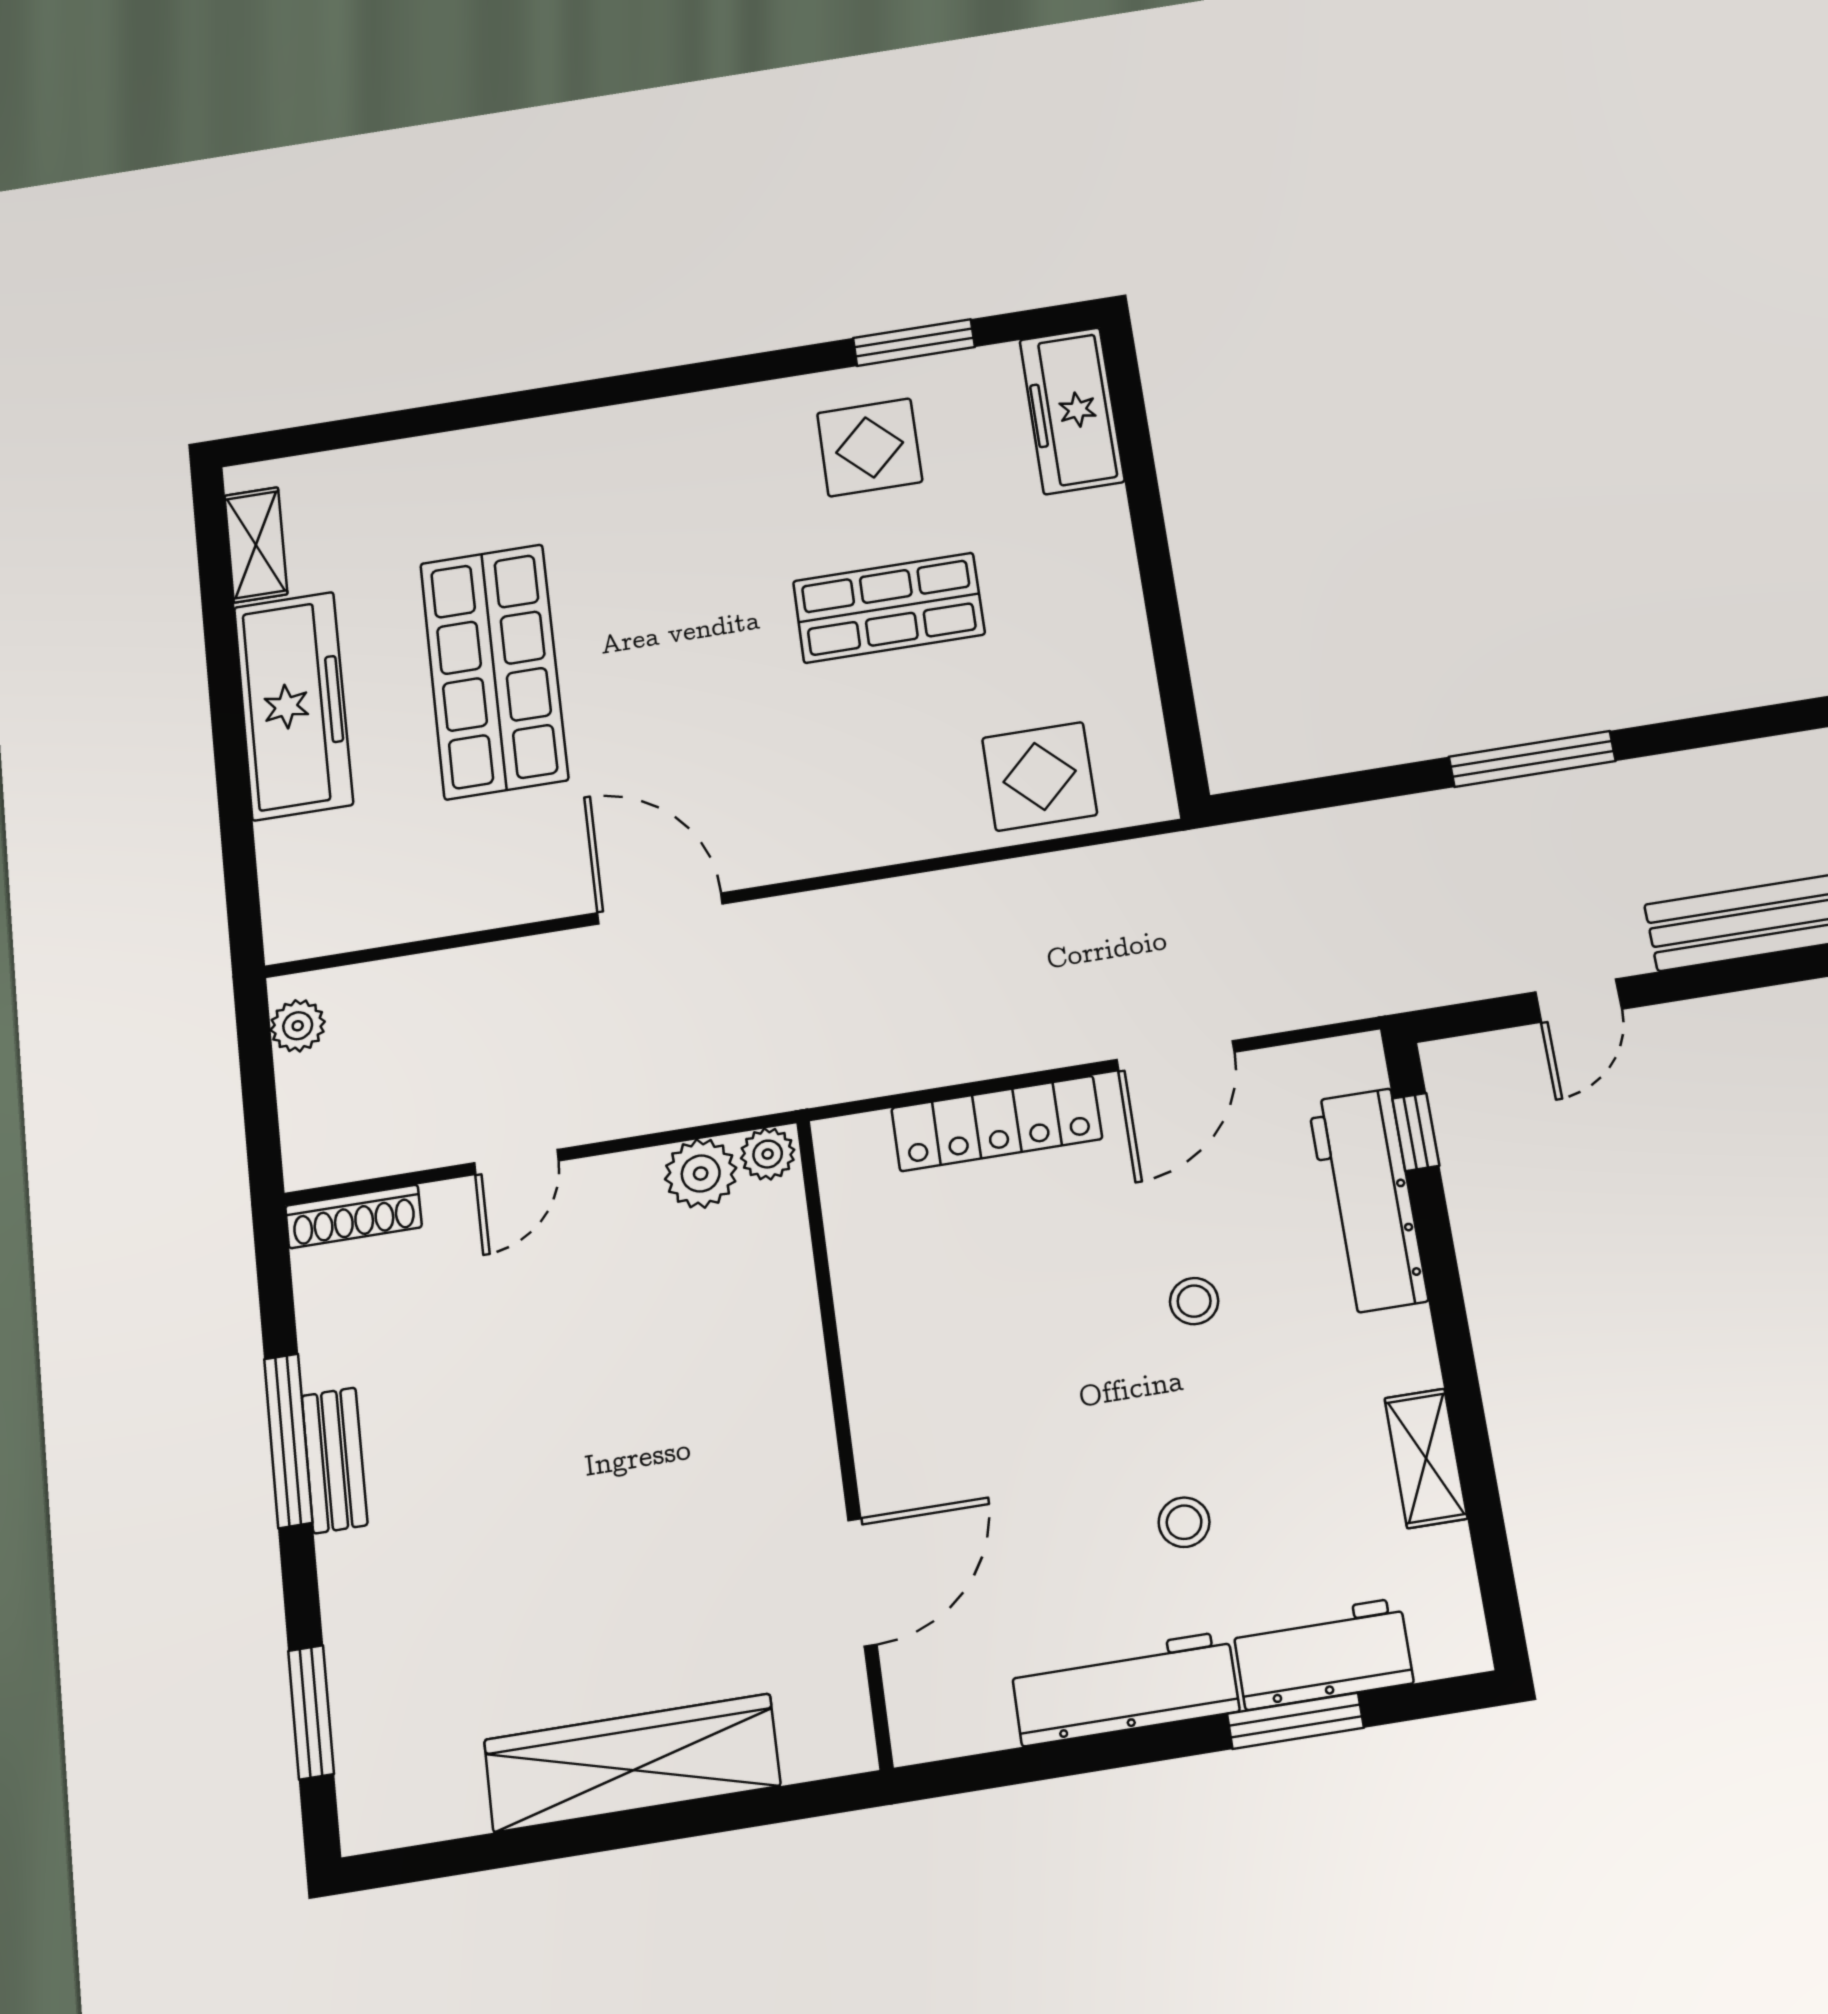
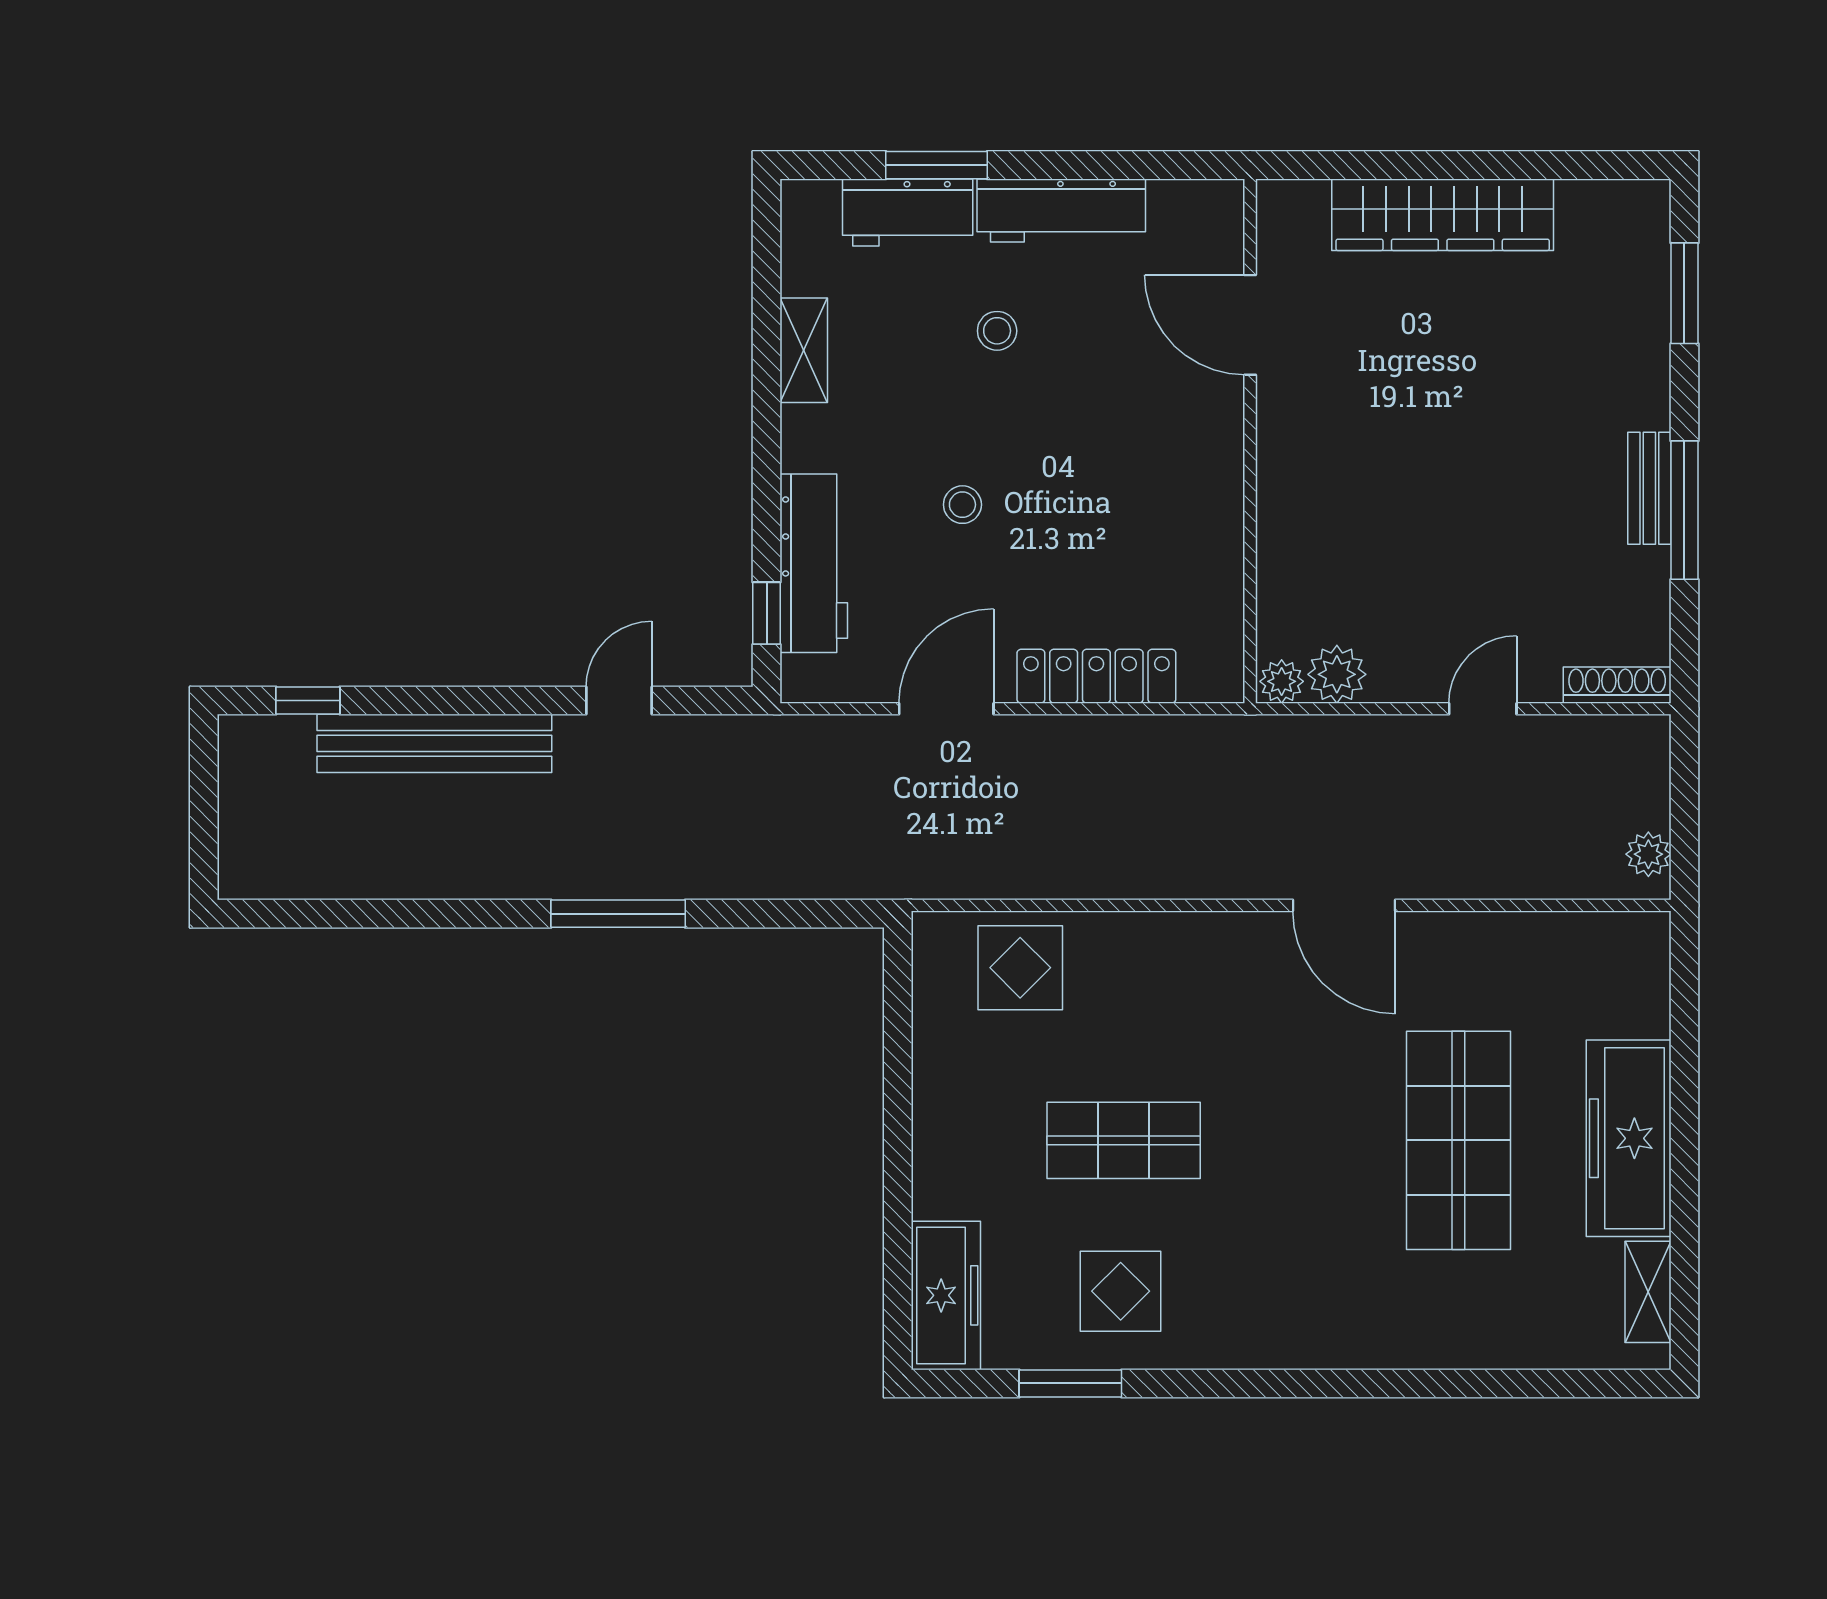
door: (863, 1582) -> (1250, 325), hinge flipped

